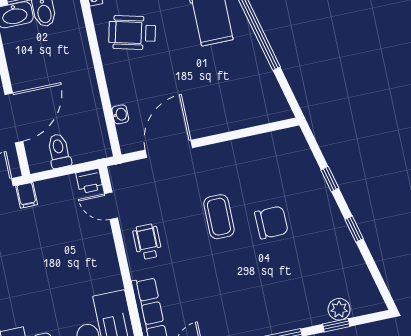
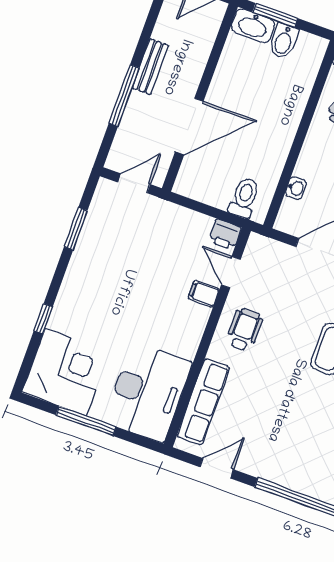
toilet: (59, 151) -> (244, 198), moved
filing cabinet: (27, 195) -> (204, 294), moved, turned 90

